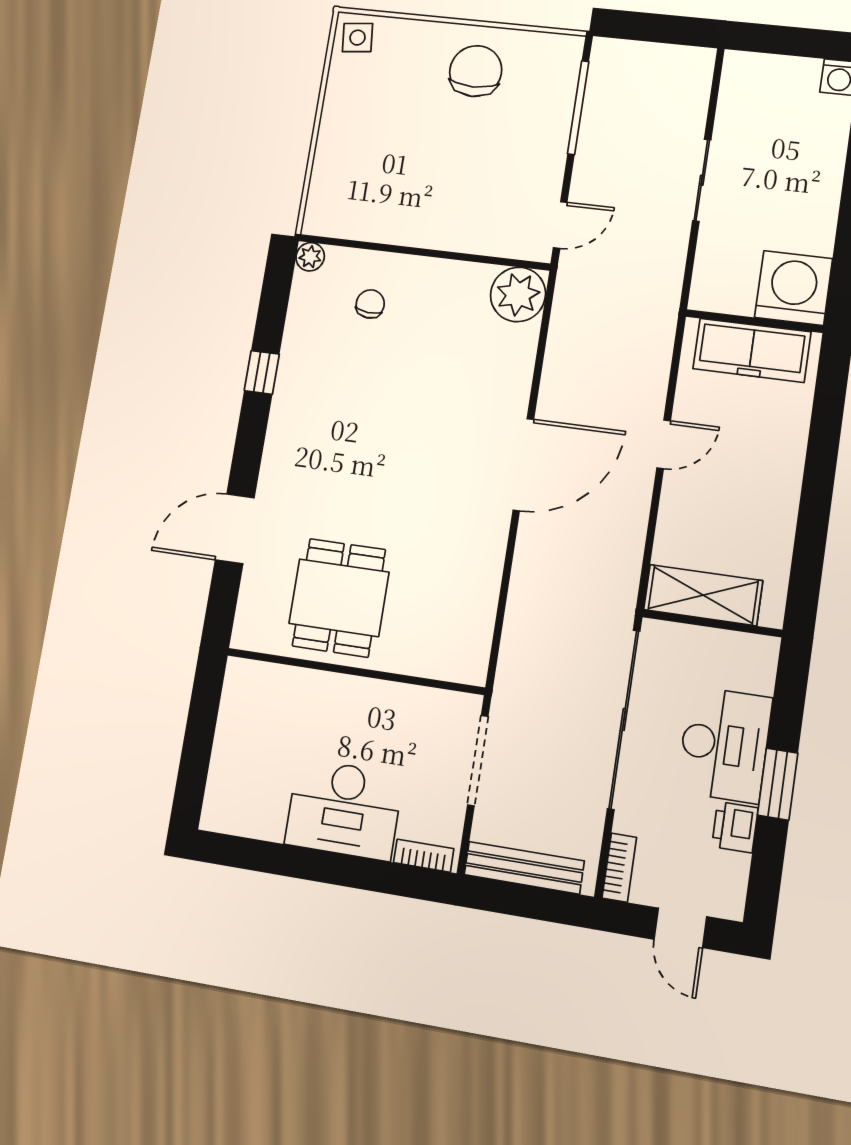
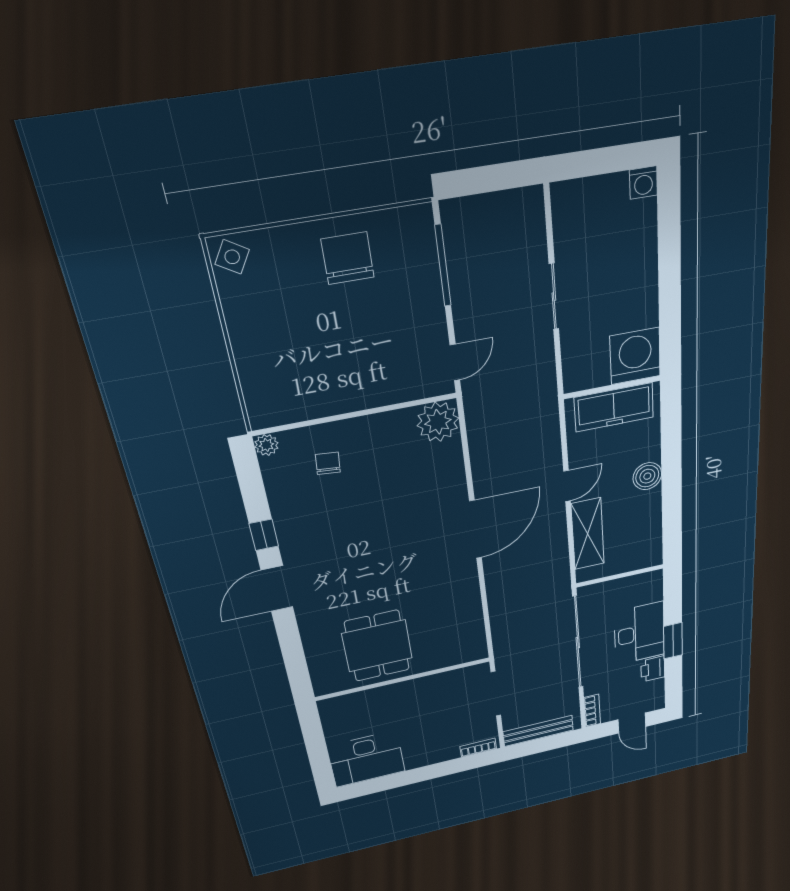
side table: (357, 38) -> (232, 257), turned 37
boiler: (782, 471) -> (647, 476), added
door: (235, 529) -> (277, 589), moved
shelving: (703, 595) -> (588, 534), moved, turned 90
desk: (344, 809) -> (366, 759), moved

